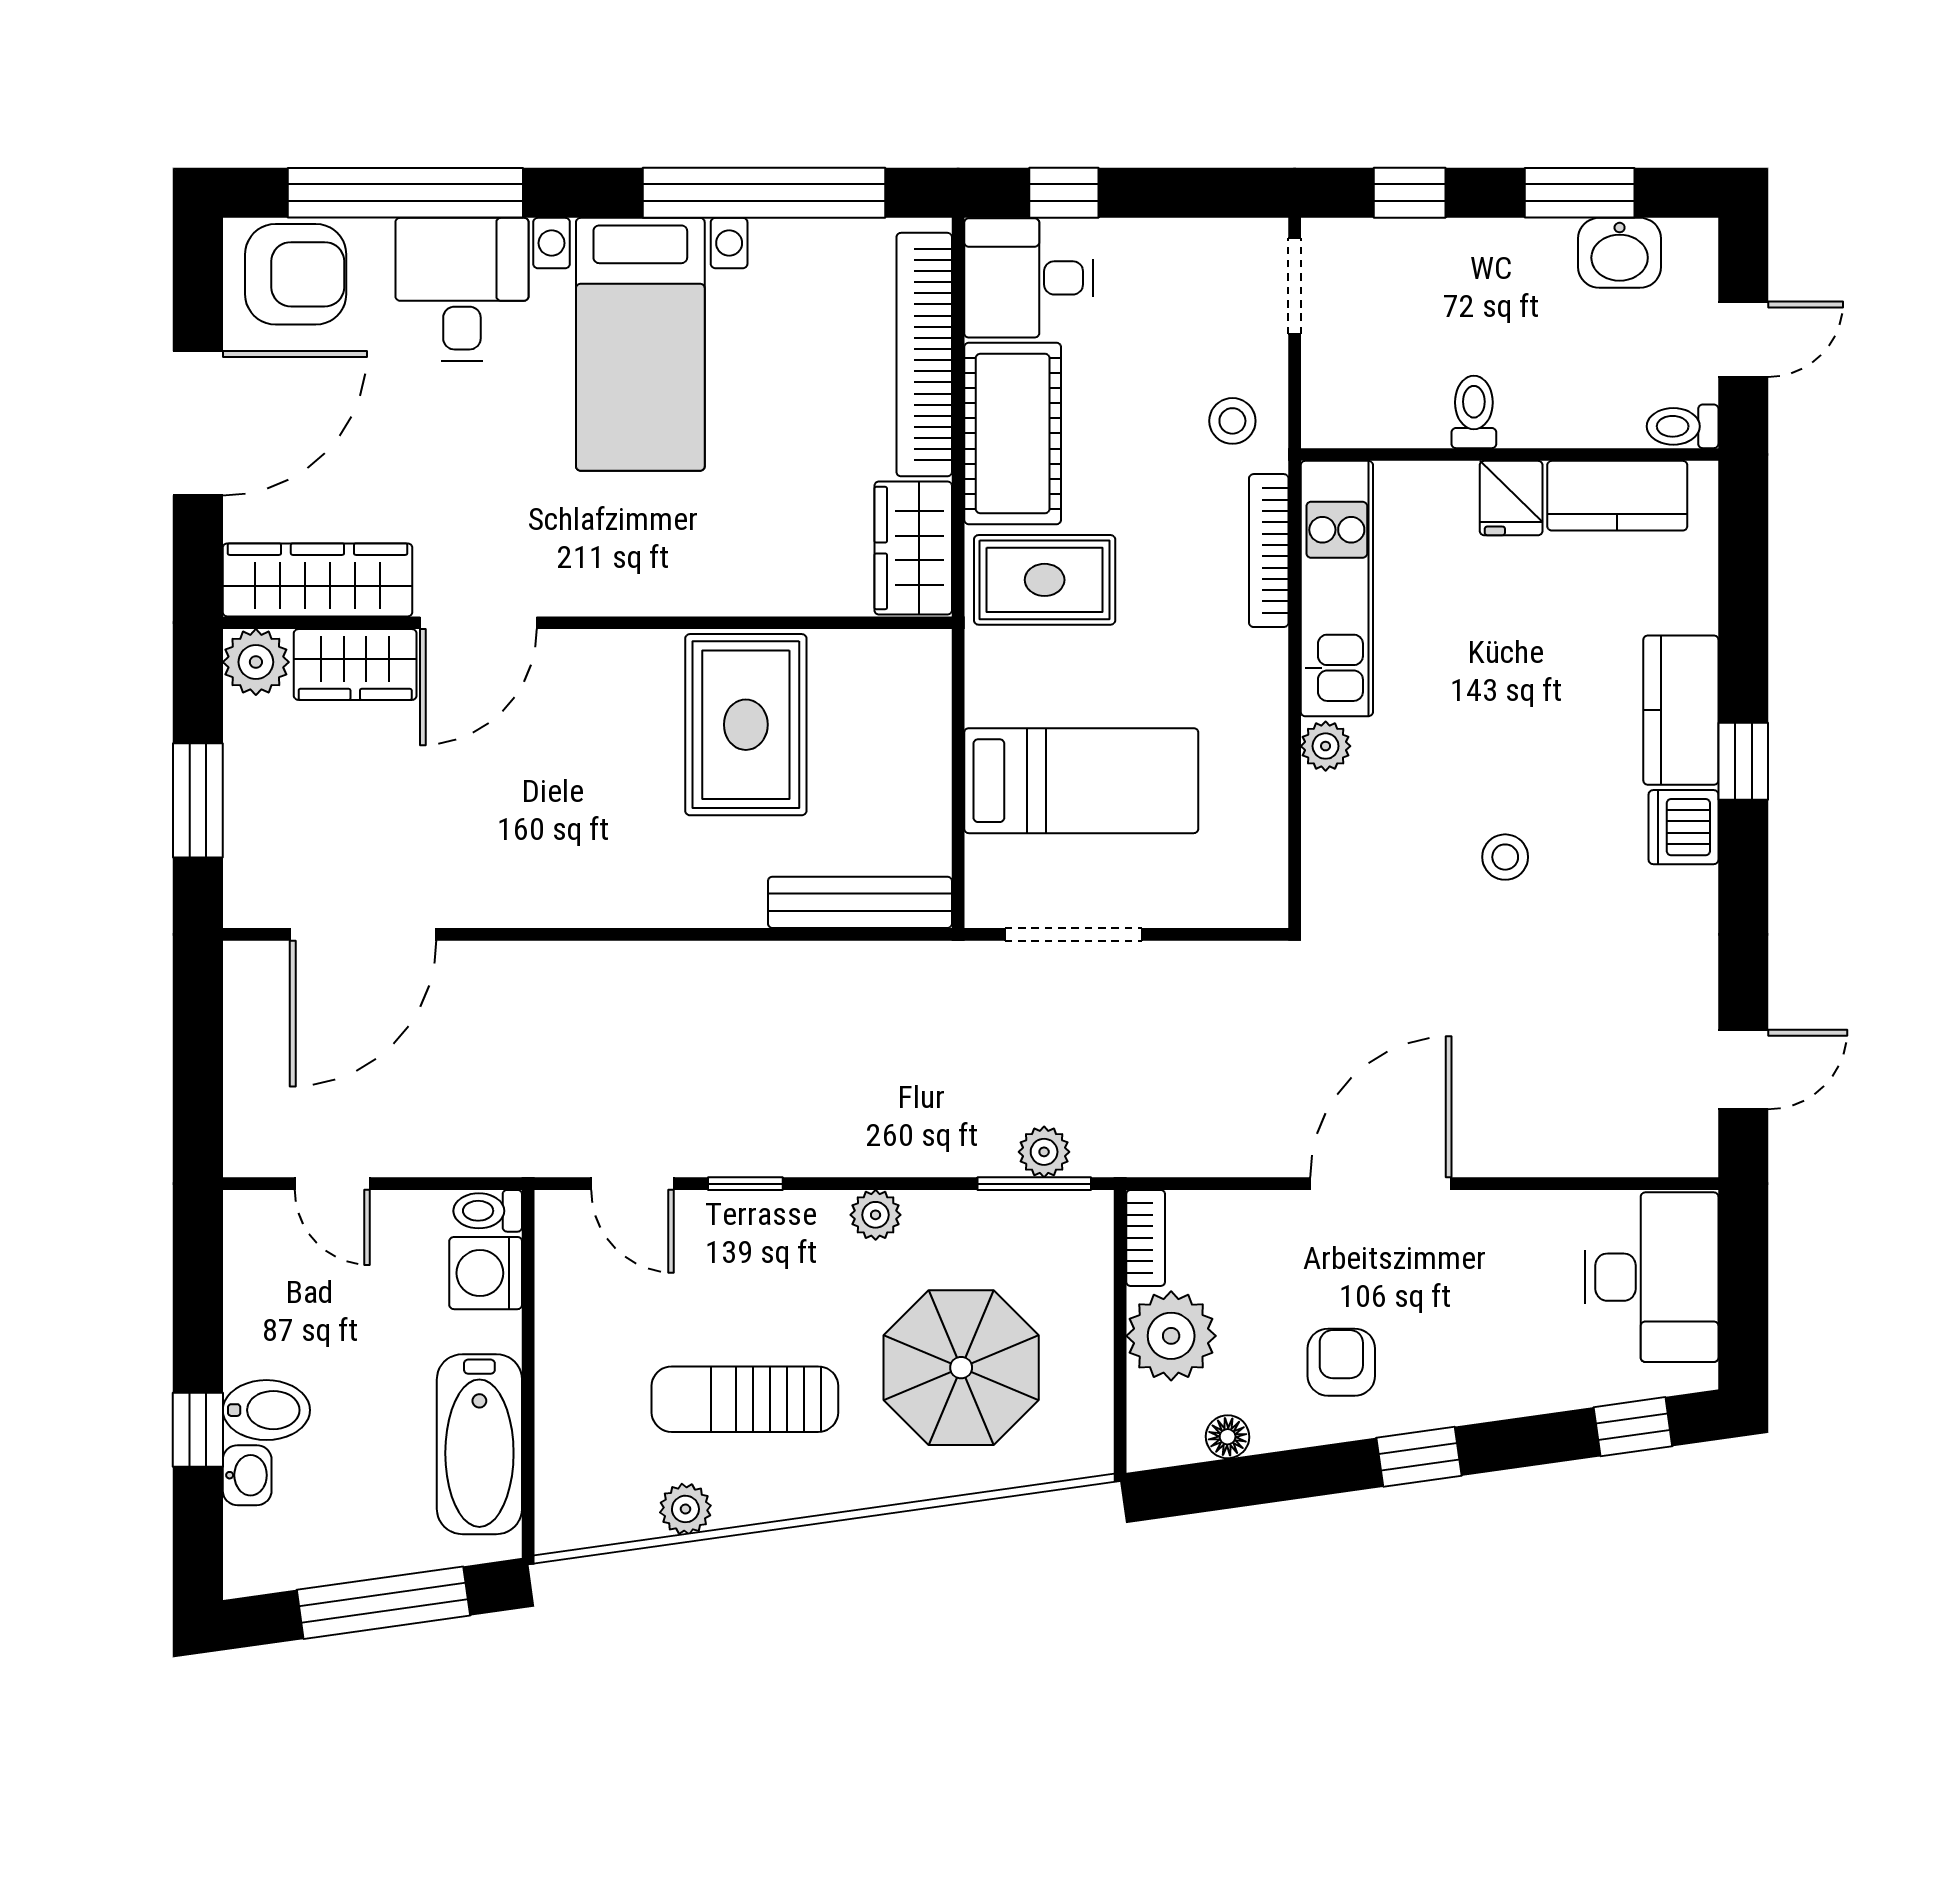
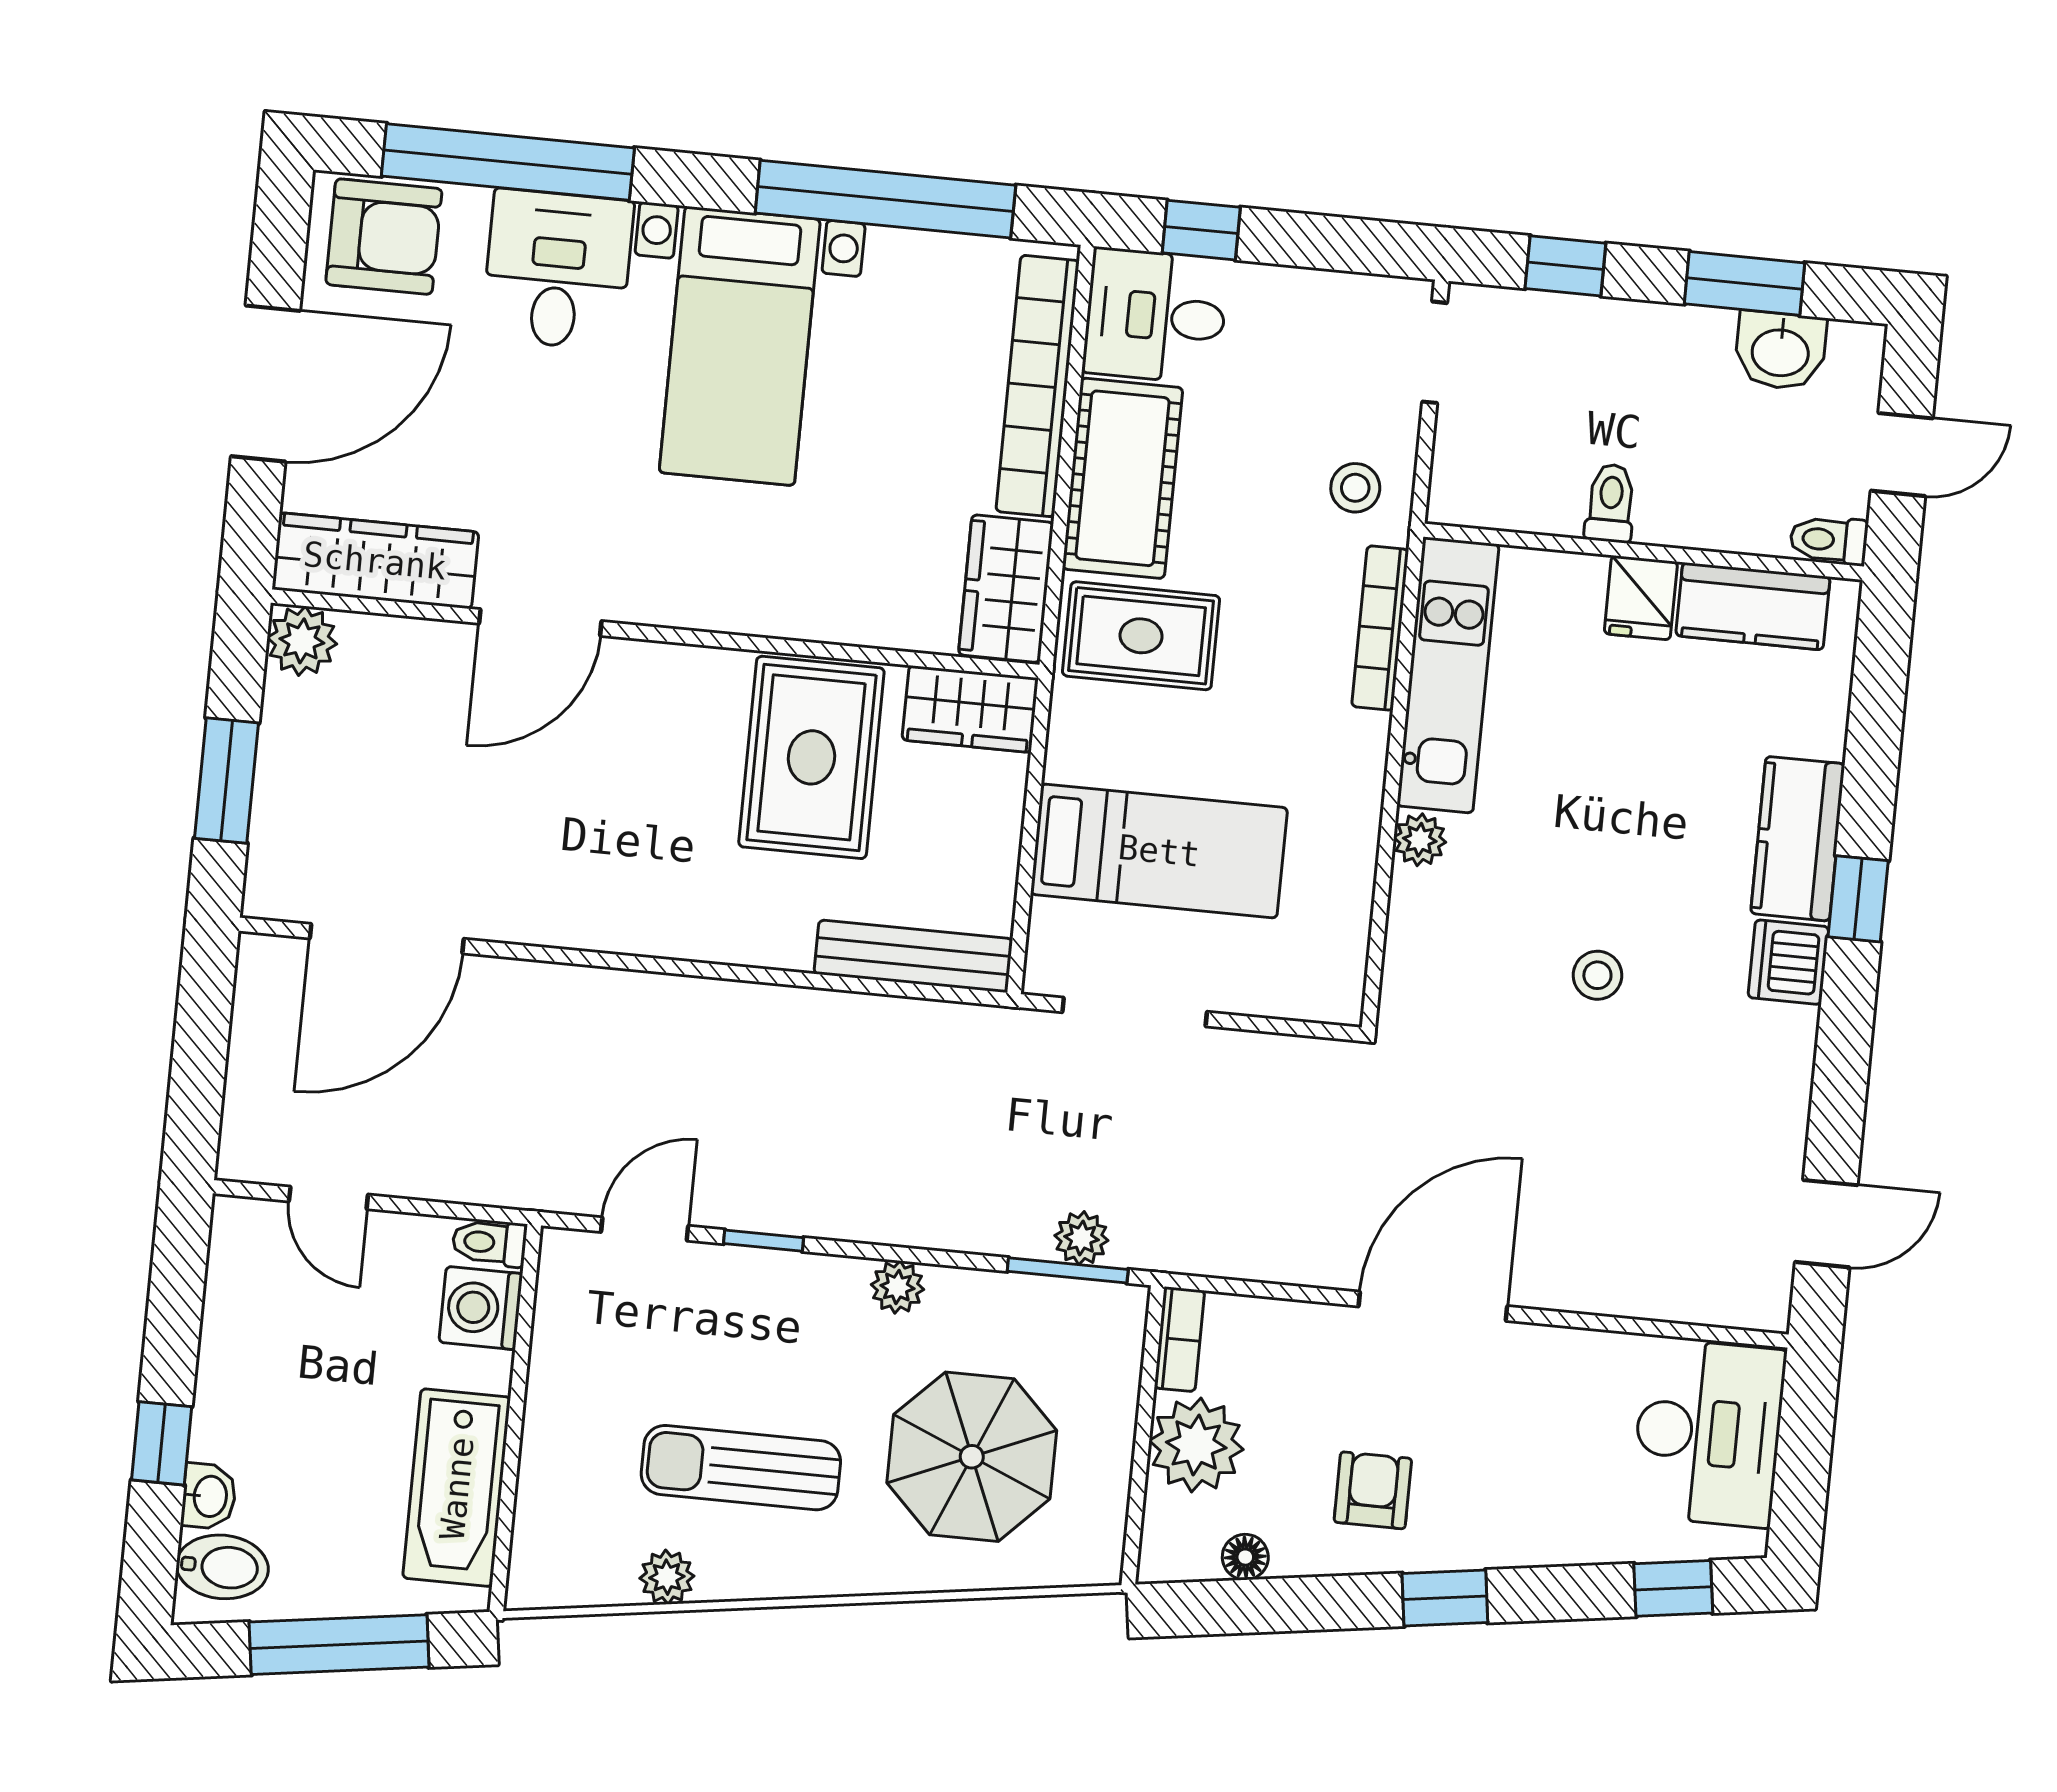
wardrobe: (355, 665) -> (970, 709), moved
door: (632, 1184) -> (645, 1229), swing flipped
bidet: (266, 1410) -> (222, 1567), moved

